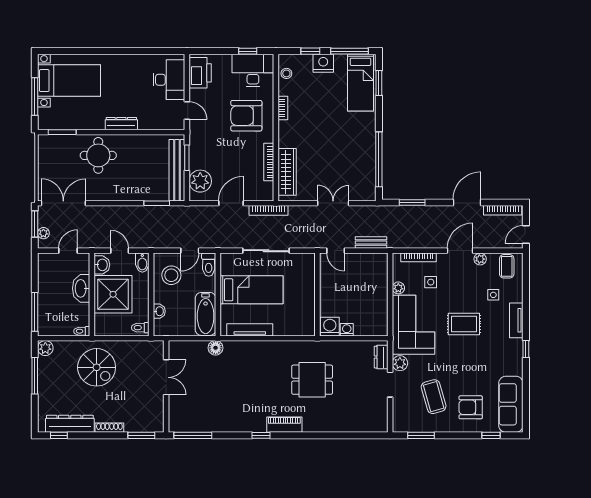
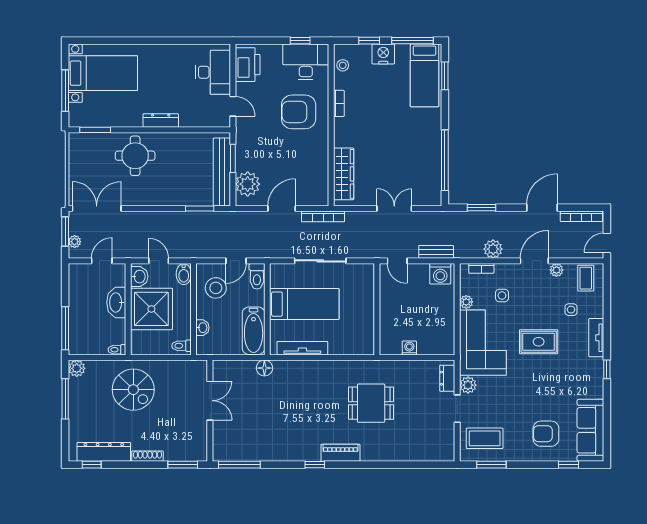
bookcase: (269, 162) -> (323, 163), removed
plant: (423, 240) -> (493, 249), added
bookcase: (418, 257) -> (481, 268), width x0.64
washing machine: (330, 327) -> (440, 274), moved, turned 180
coffee table: (434, 397) -> (485, 438), moved, turned -74

